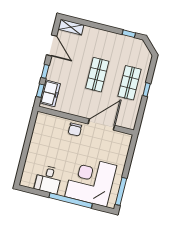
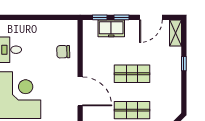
window: (129, 34) -> (184, 64), moved
freezer: (50, 93) -> (111, 28), moved
chair: (75, 129) -> (63, 52), moved

